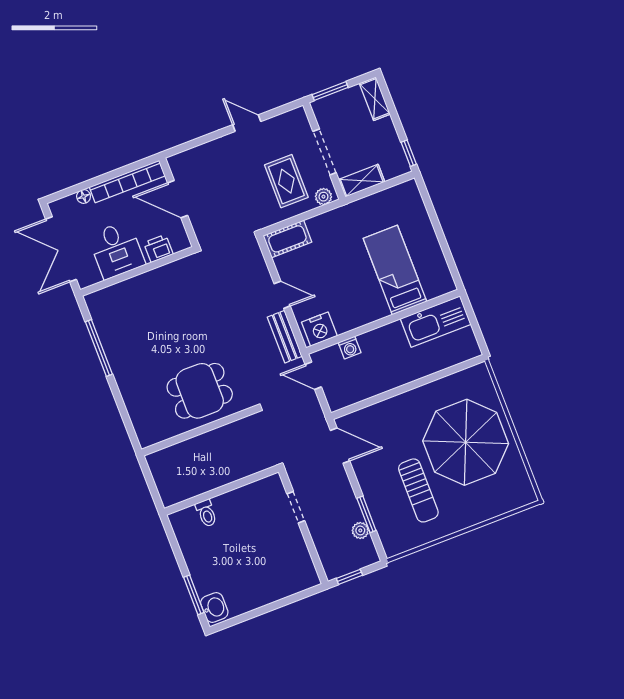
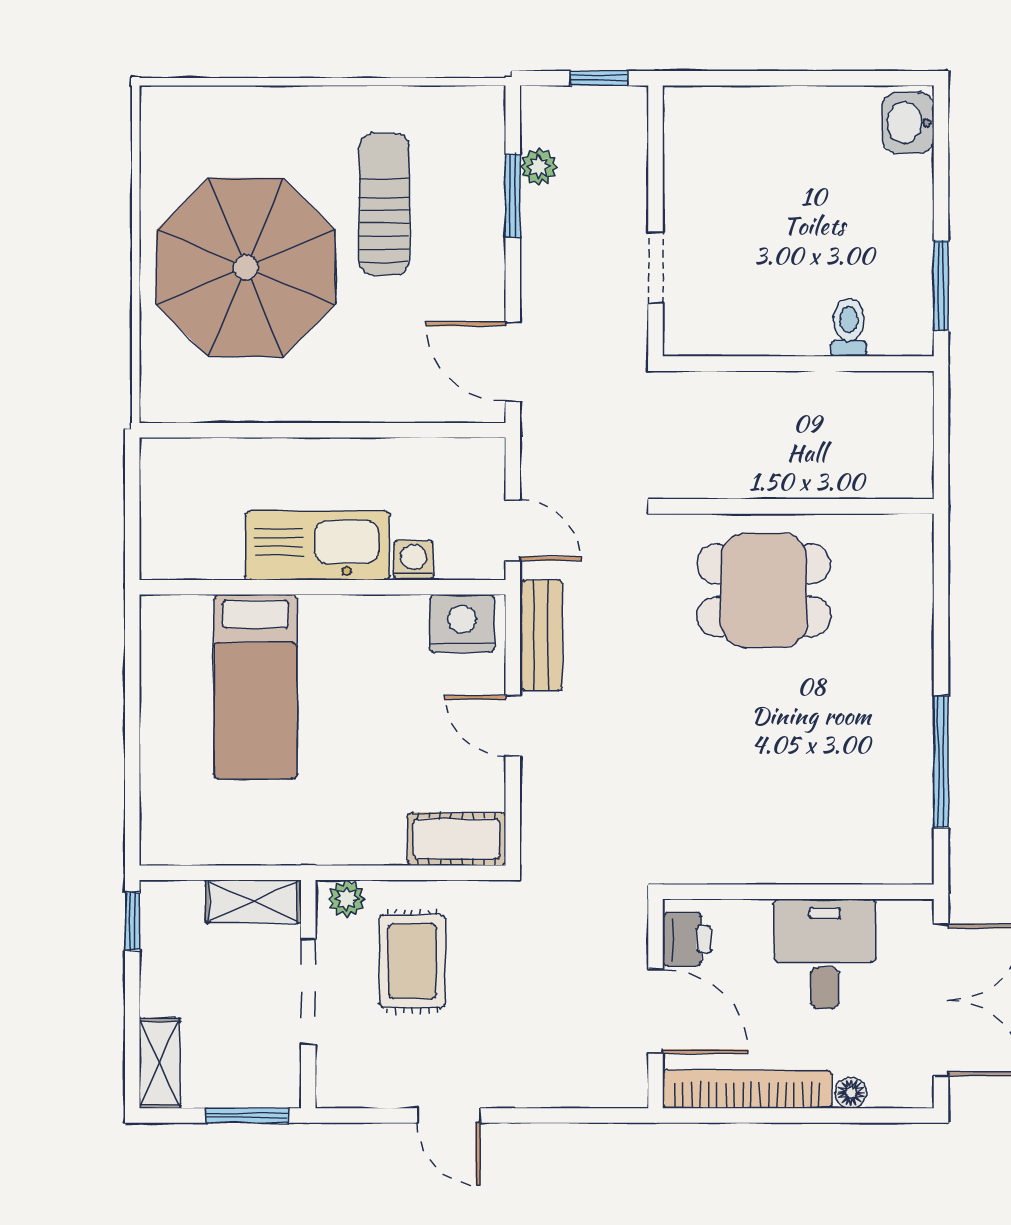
printer: (158, 248) -> (687, 939), moved, turned -90
kitchen sink: (436, 322) -> (318, 545), moved
window: (194, 595) -> (941, 285), moved

